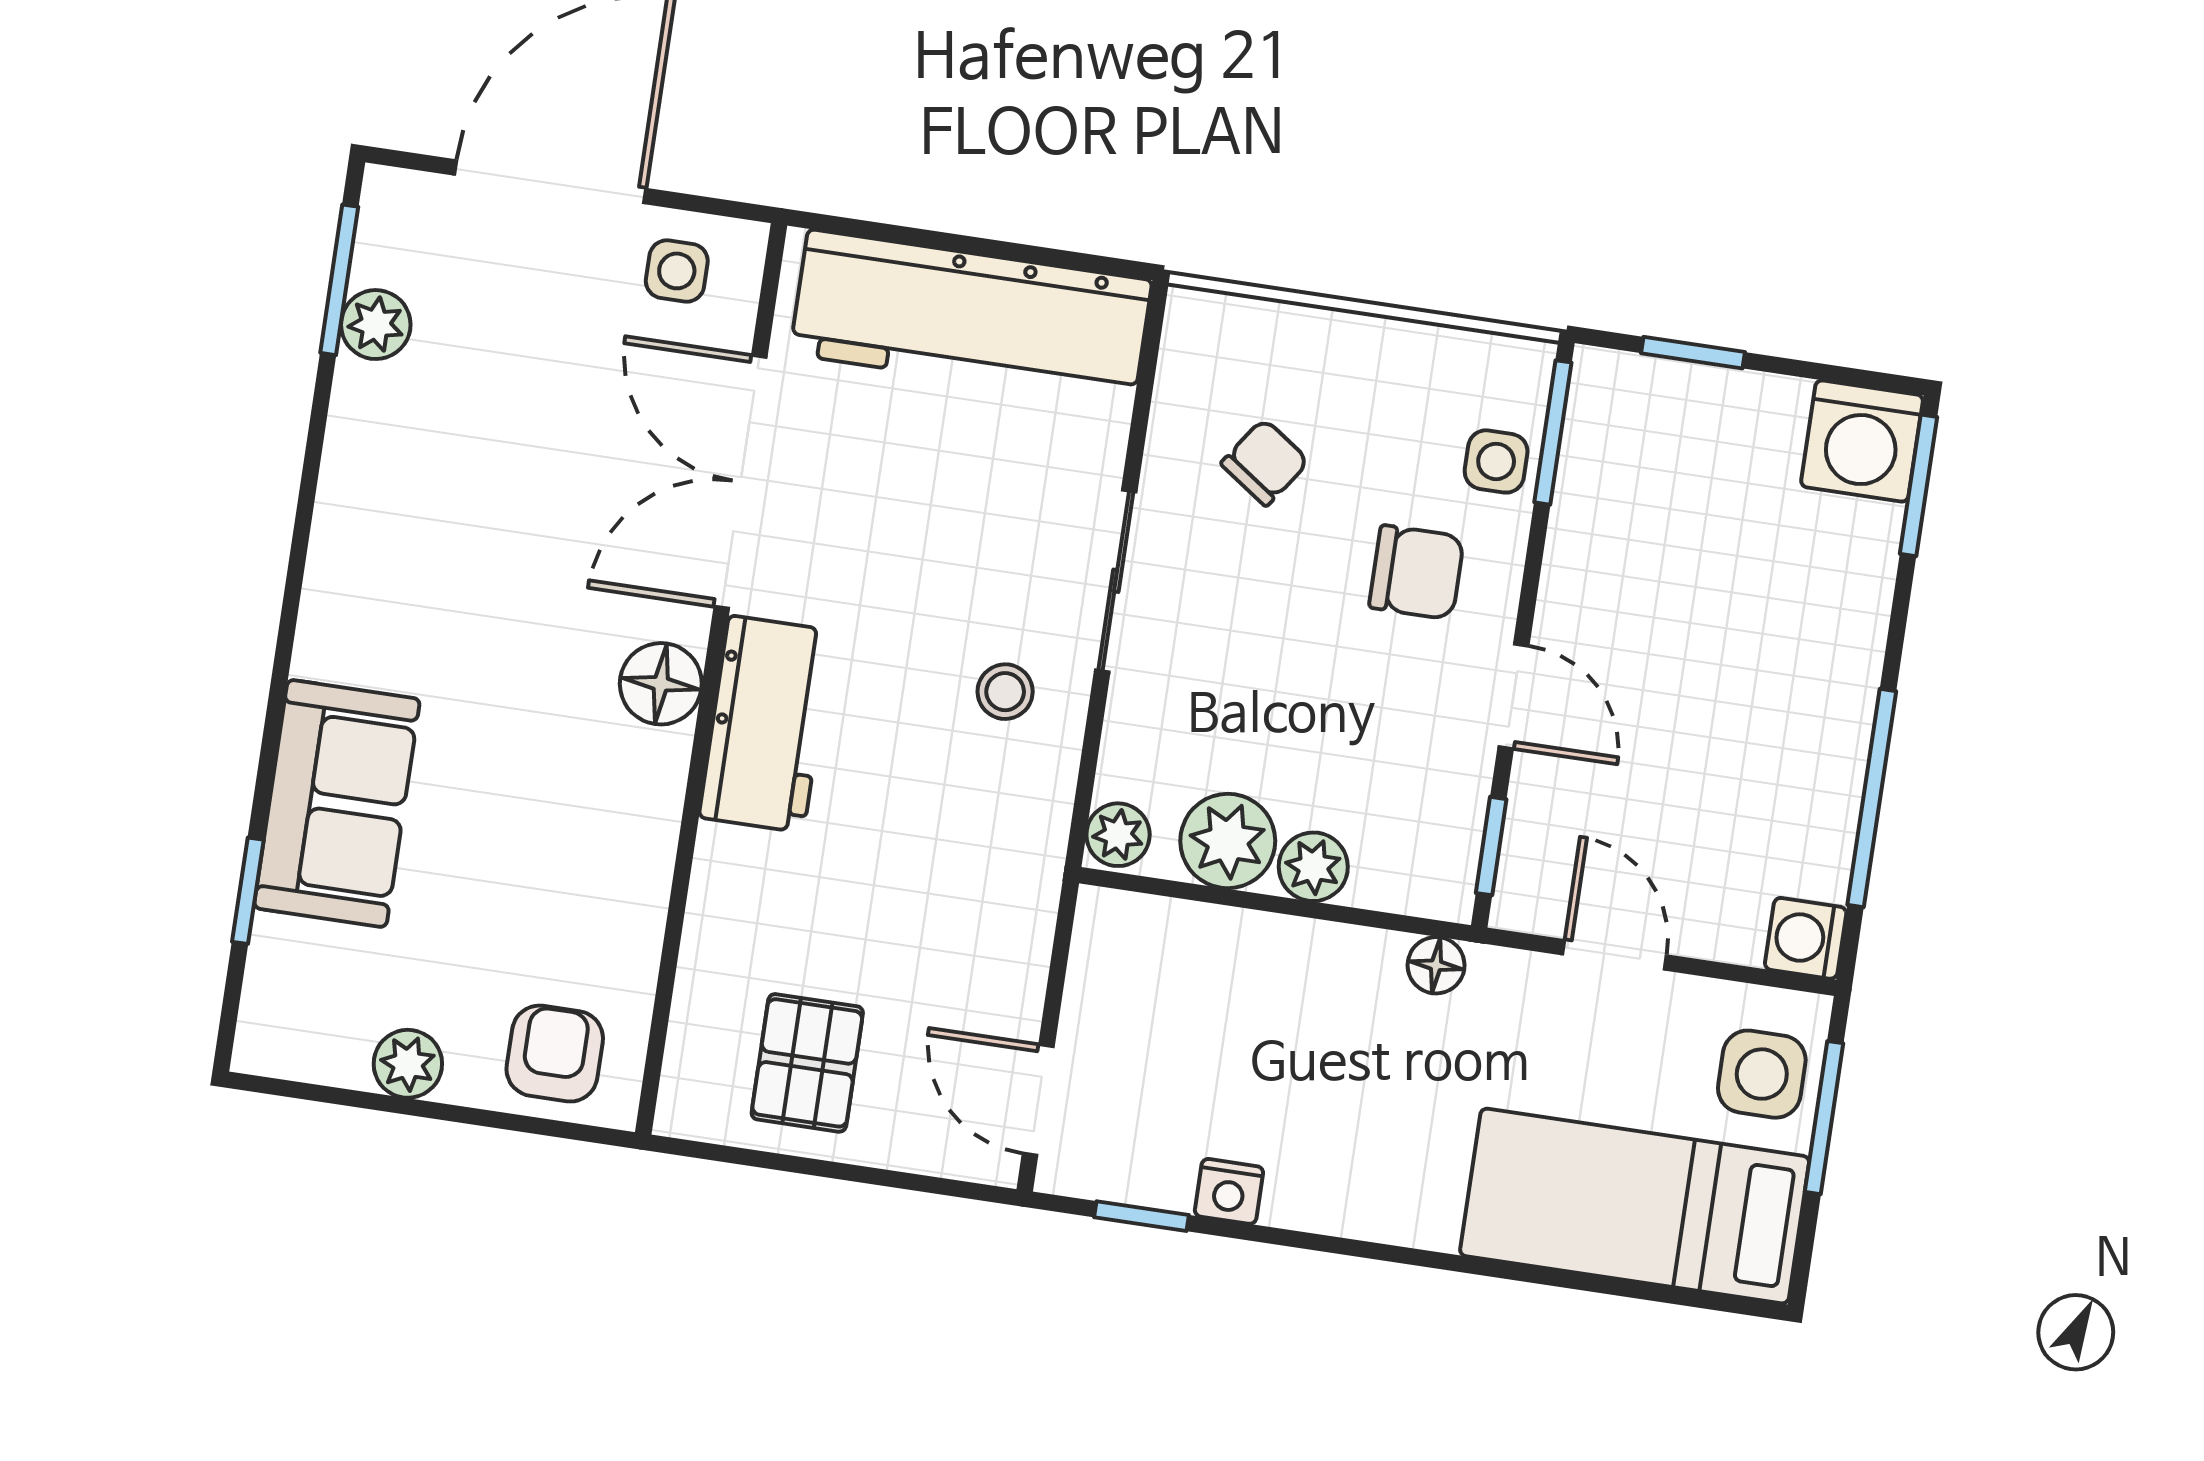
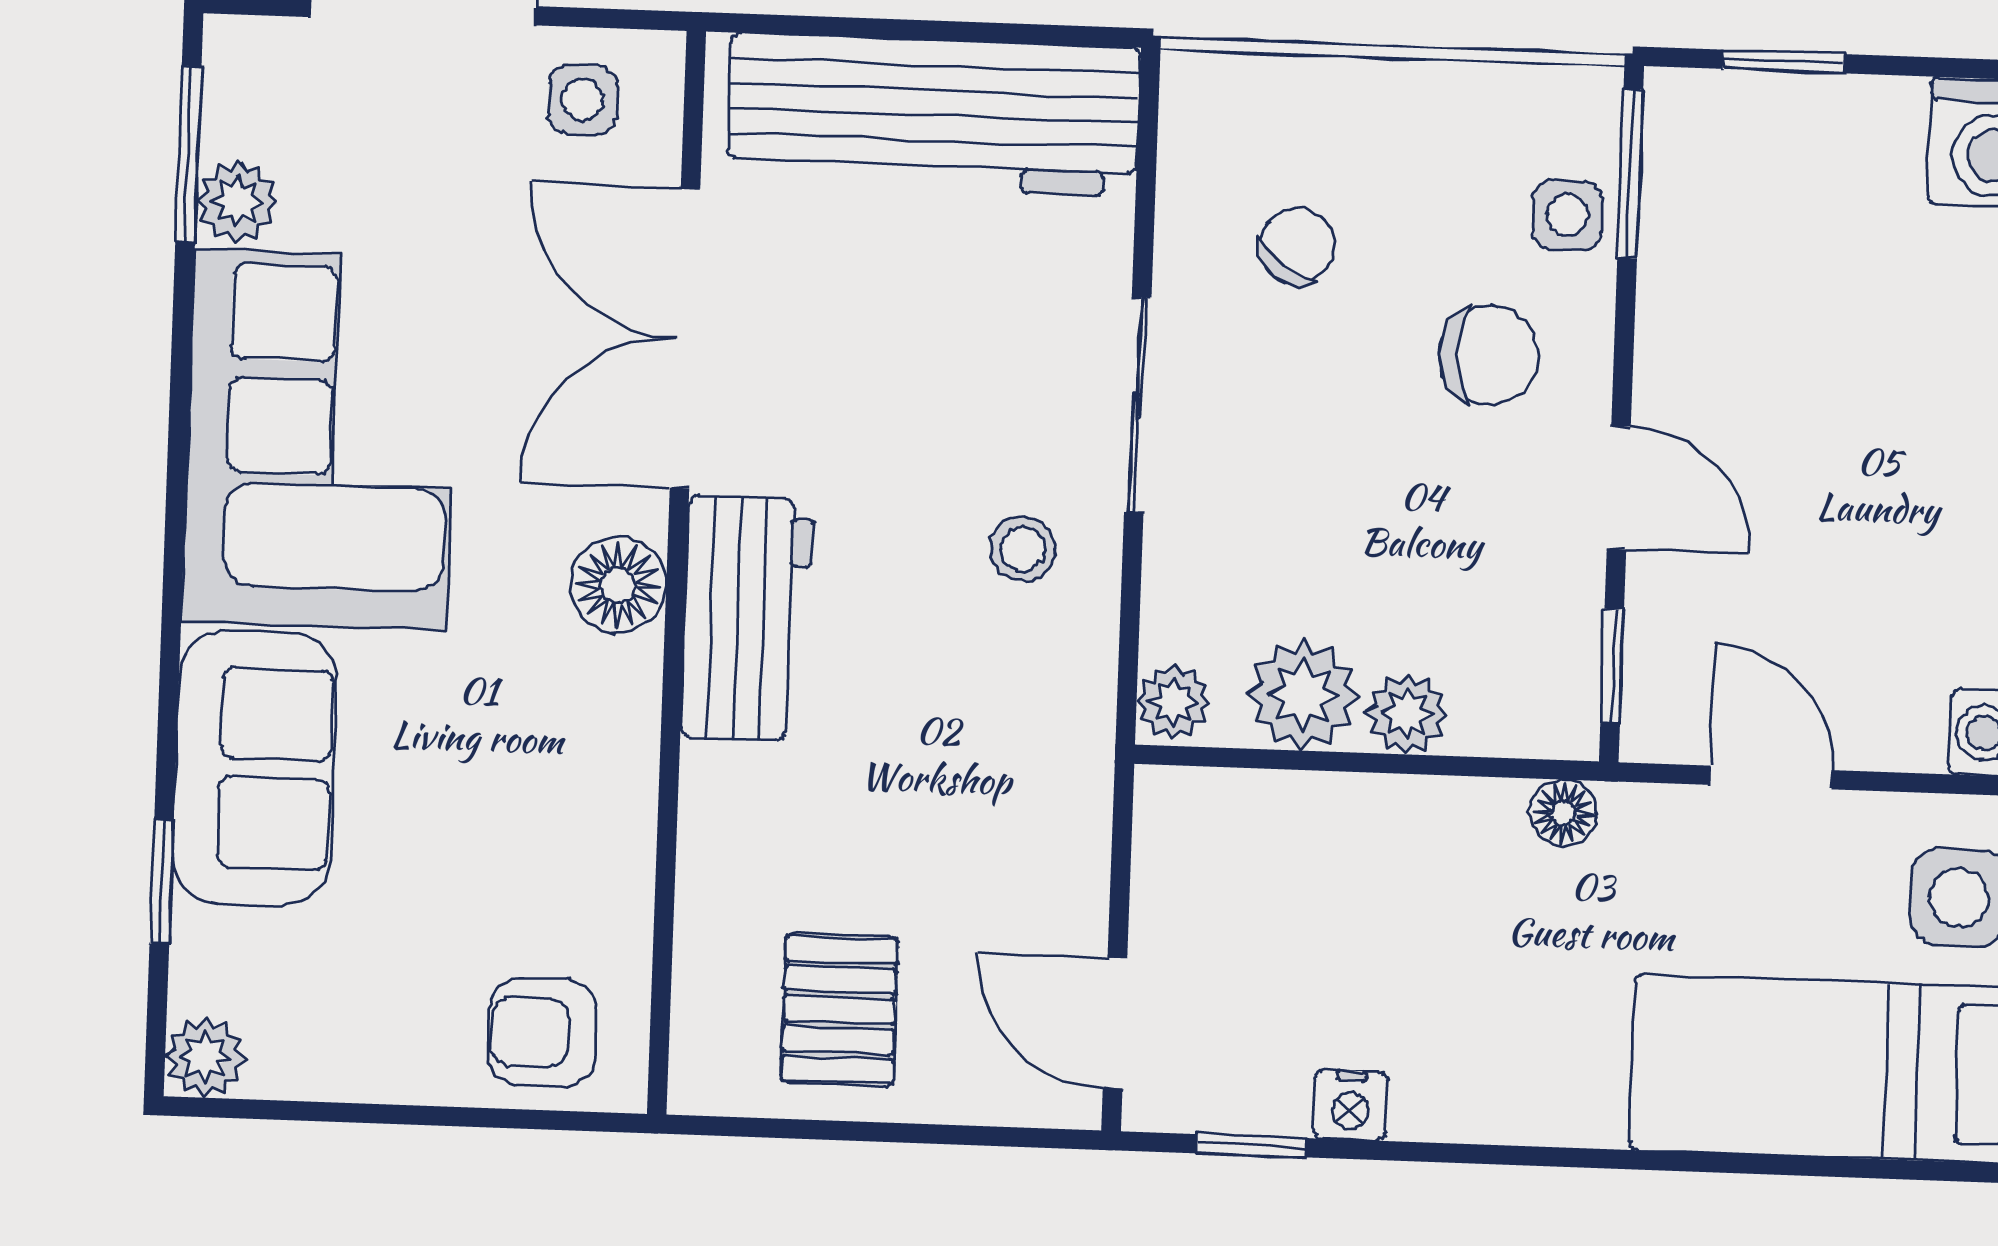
corner sofa: (424, 533) -> (321, 440), added
armchair: (555, 1054) -> (543, 1032), turned -90
plant: (408, 1064) -> (205, 1057), moved

